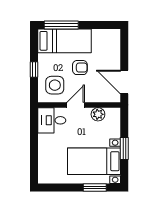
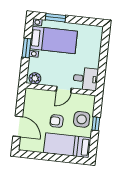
window: (61, 25) -> (68, 159), removed
door: (124, 82) -> (18, 126), moved
side table: (55, 85) -> (82, 119), moved
plant: (98, 114) -> (35, 78), moved

